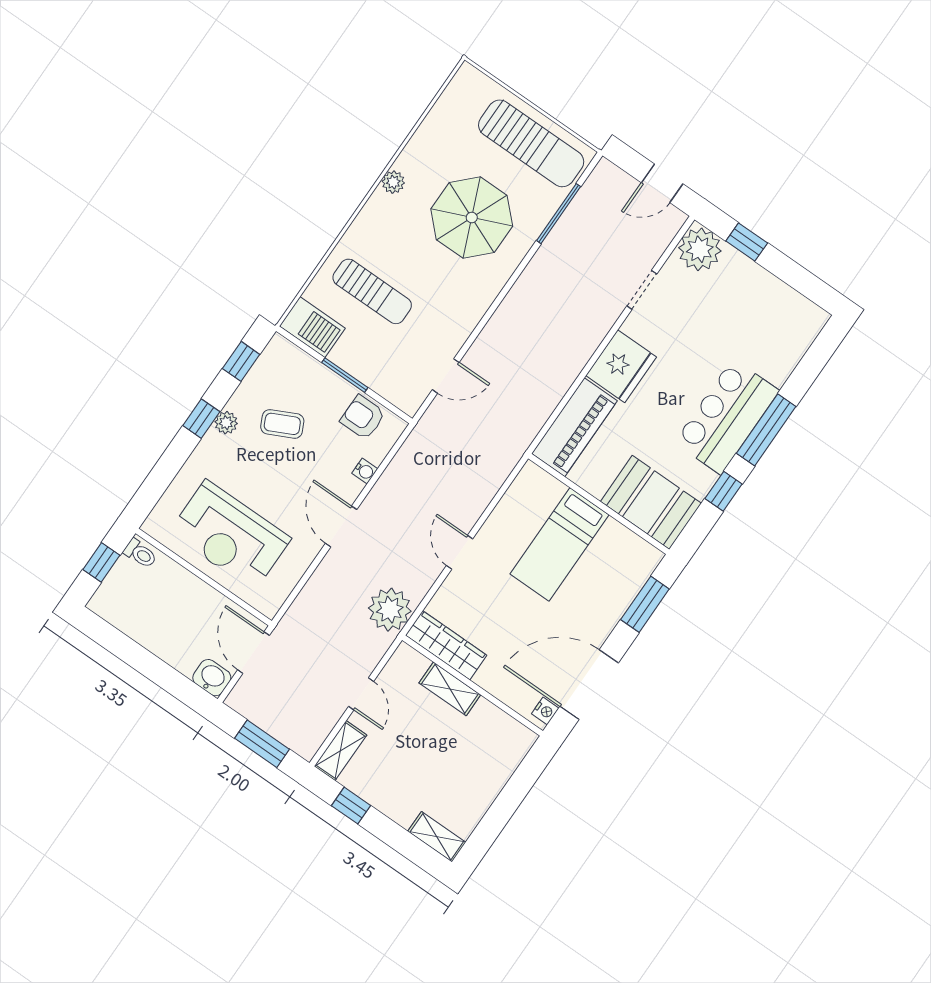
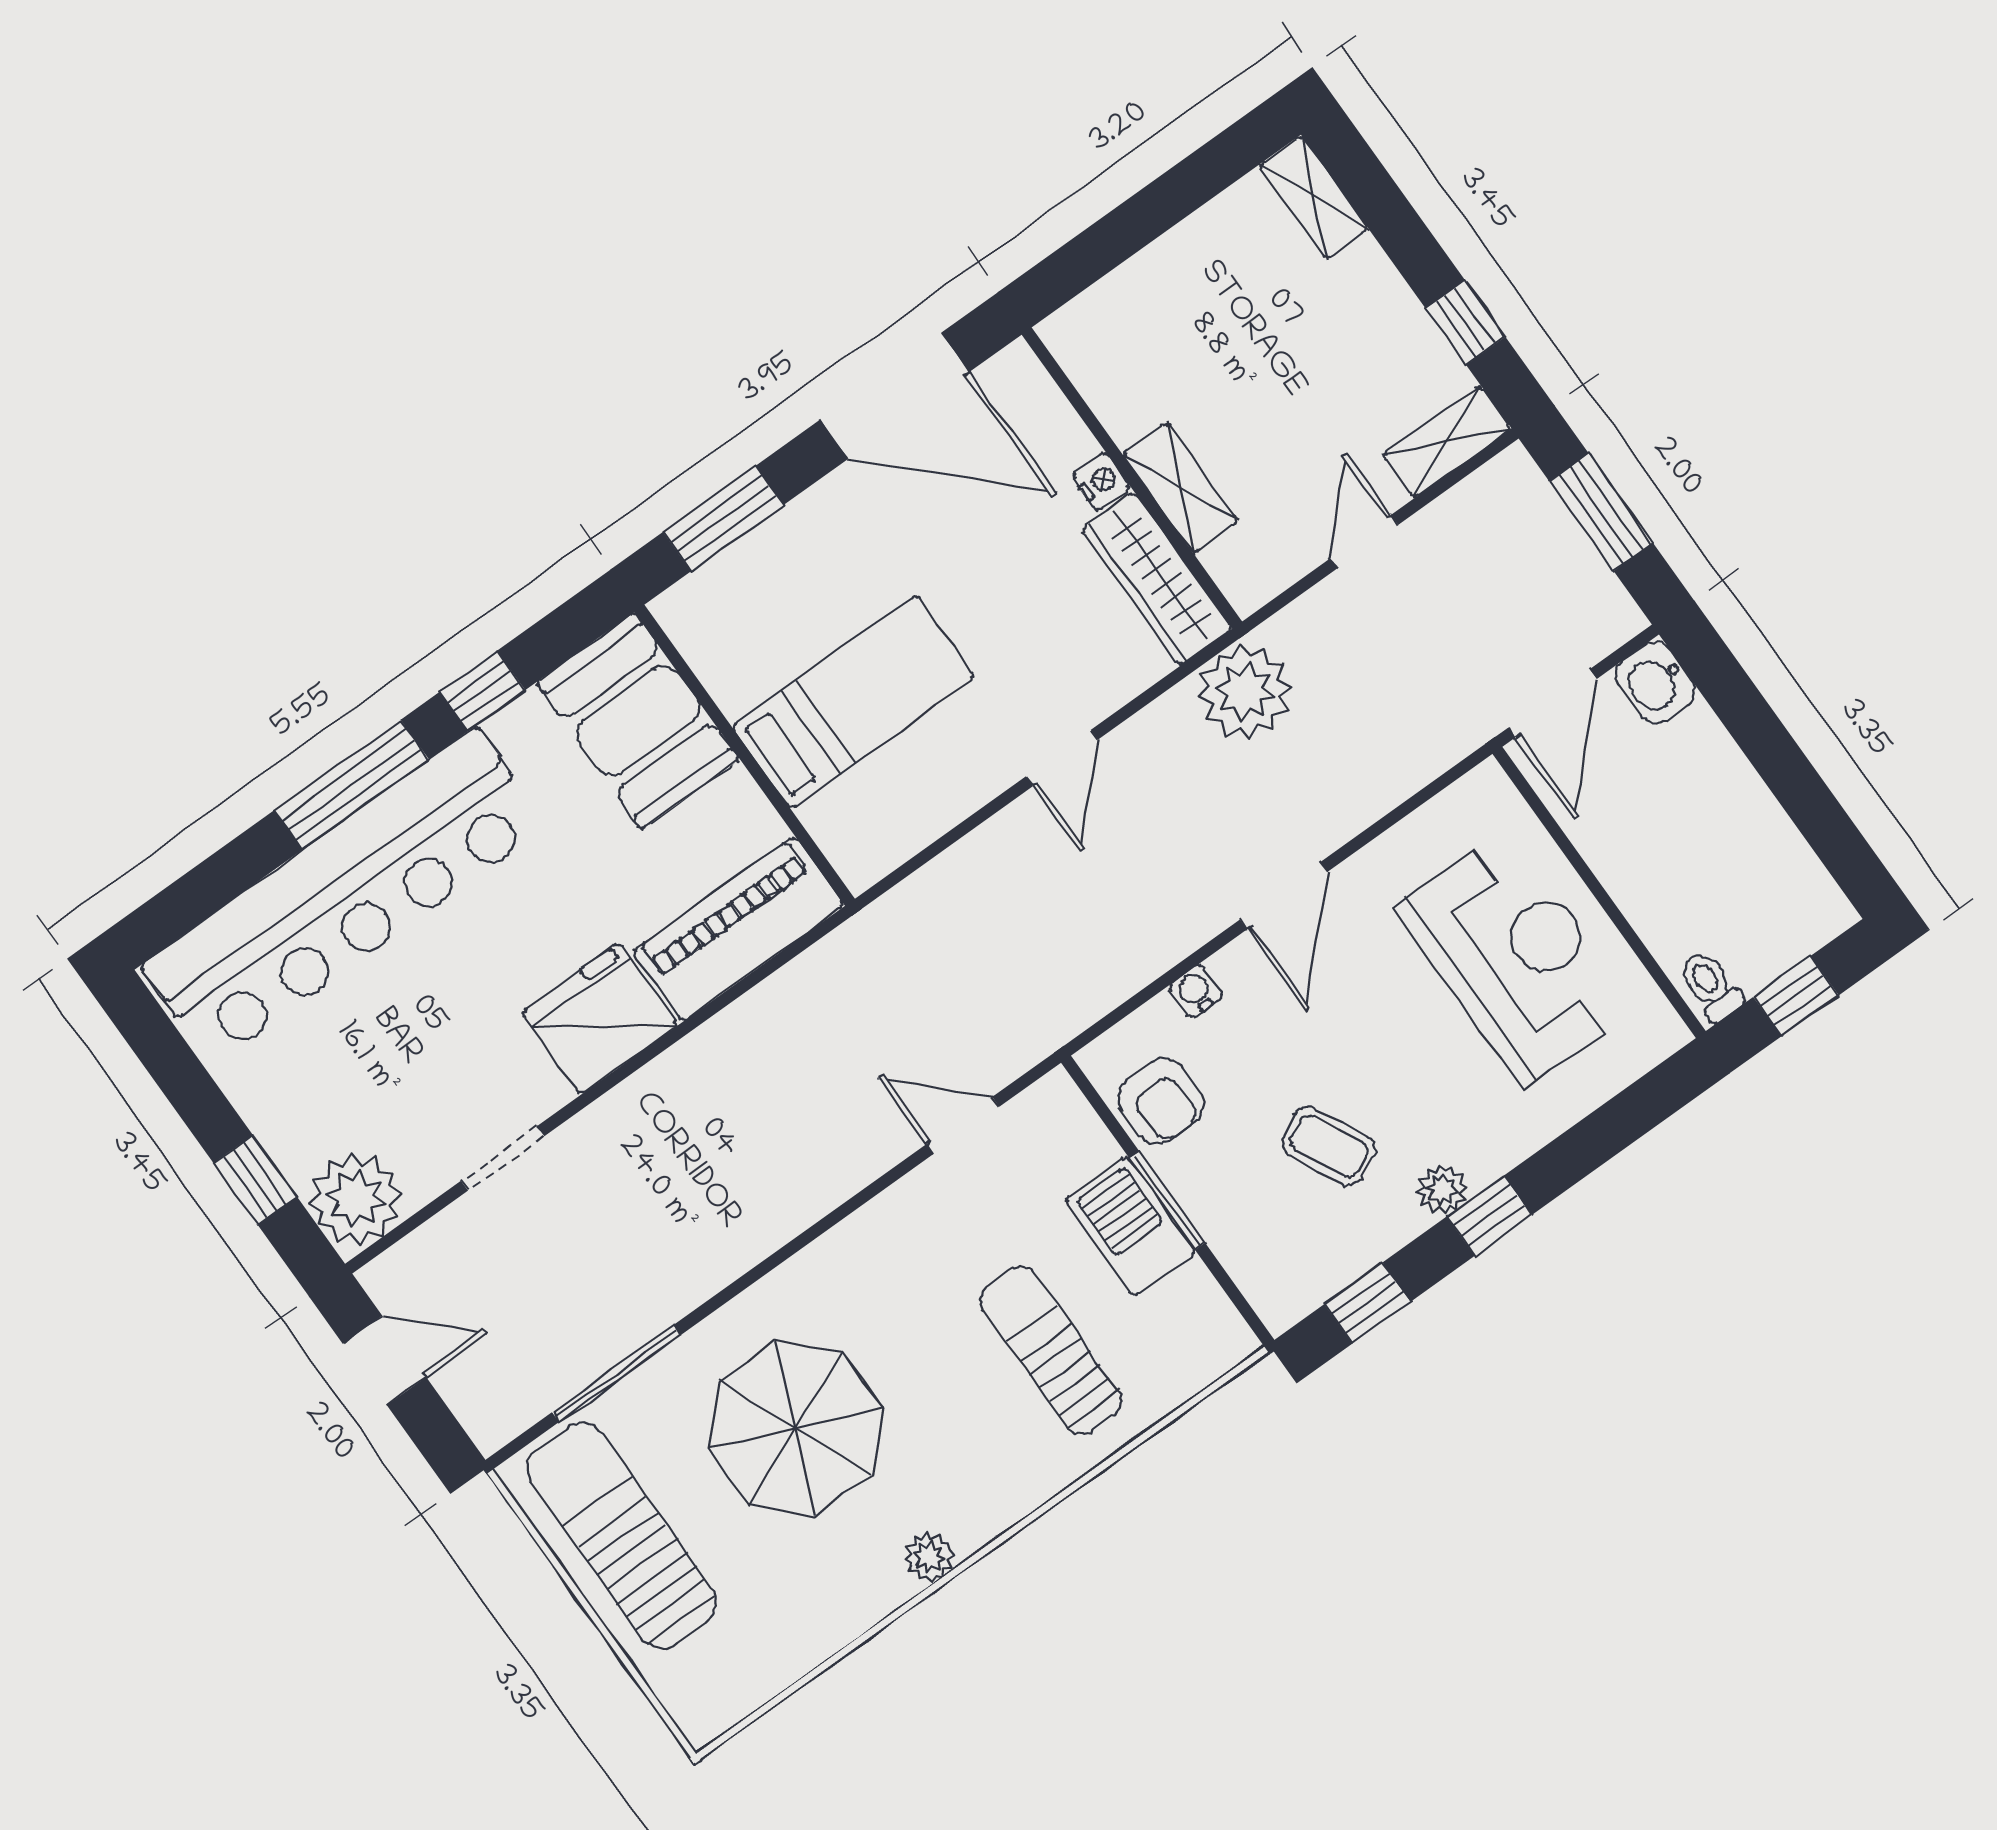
barbecue: (312, 327) -> (1130, 1226), moved
bar counter: (727, 417) -> (344, 896), width x1.86
nightstand: (545, 711) -> (1101, 481), moved, turned 90

